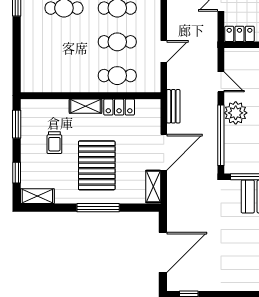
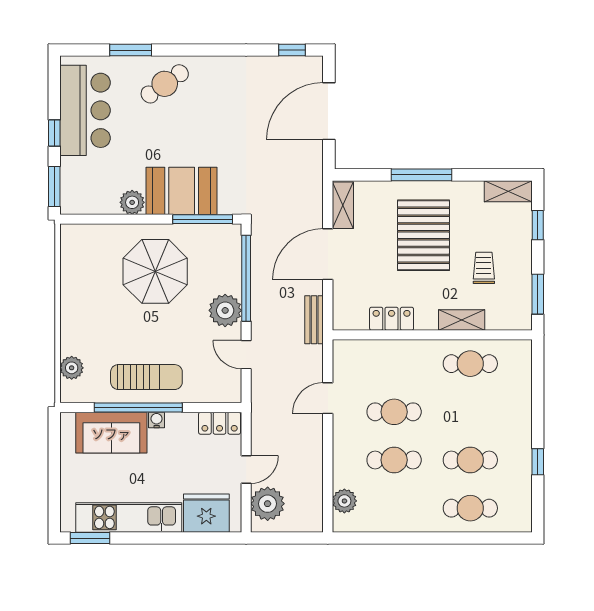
cafe table: (117, 76) -> (470, 364), moved
shelving: (86, 106) -> (462, 320), moved

